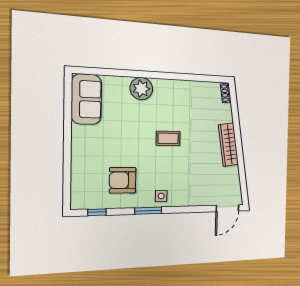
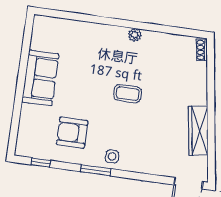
plant: (141, 89) -> (135, 35), moved, width x0.53, depth x0.53
sofa: (86, 99) -> (40, 78), moved
wardrobe: (228, 145) -> (198, 131), moved

